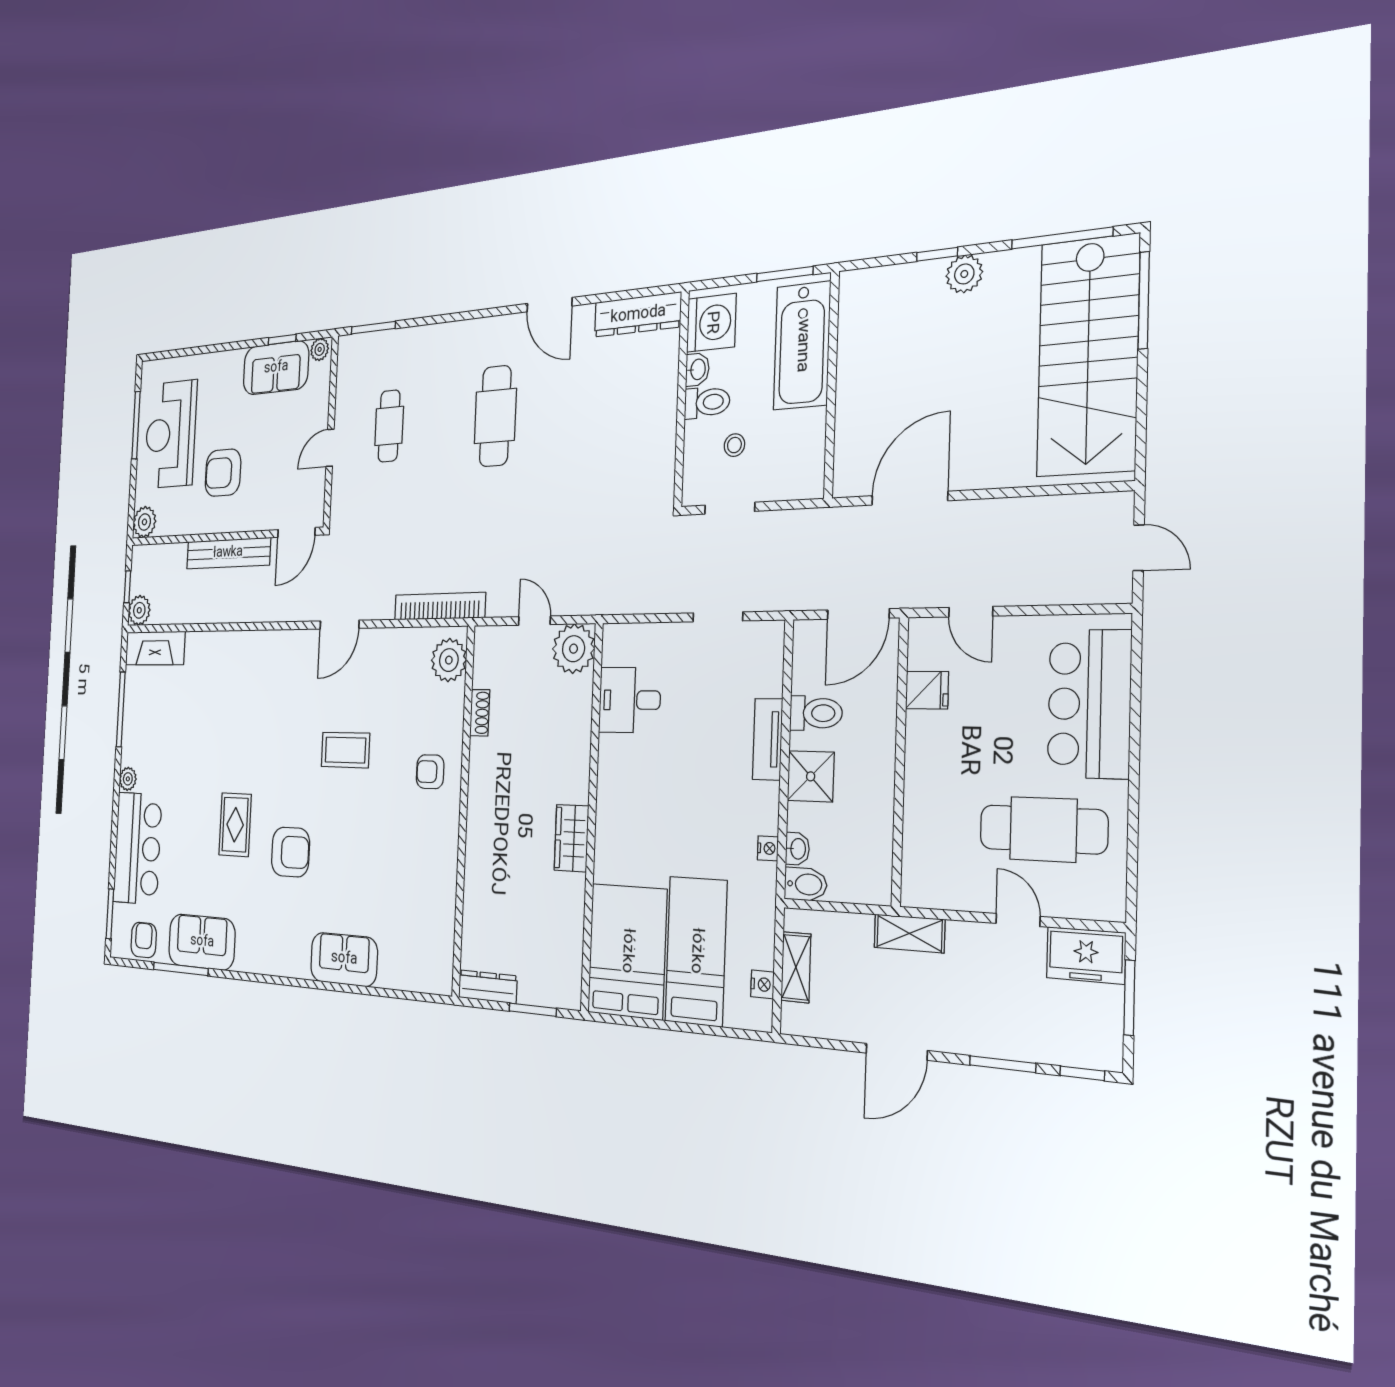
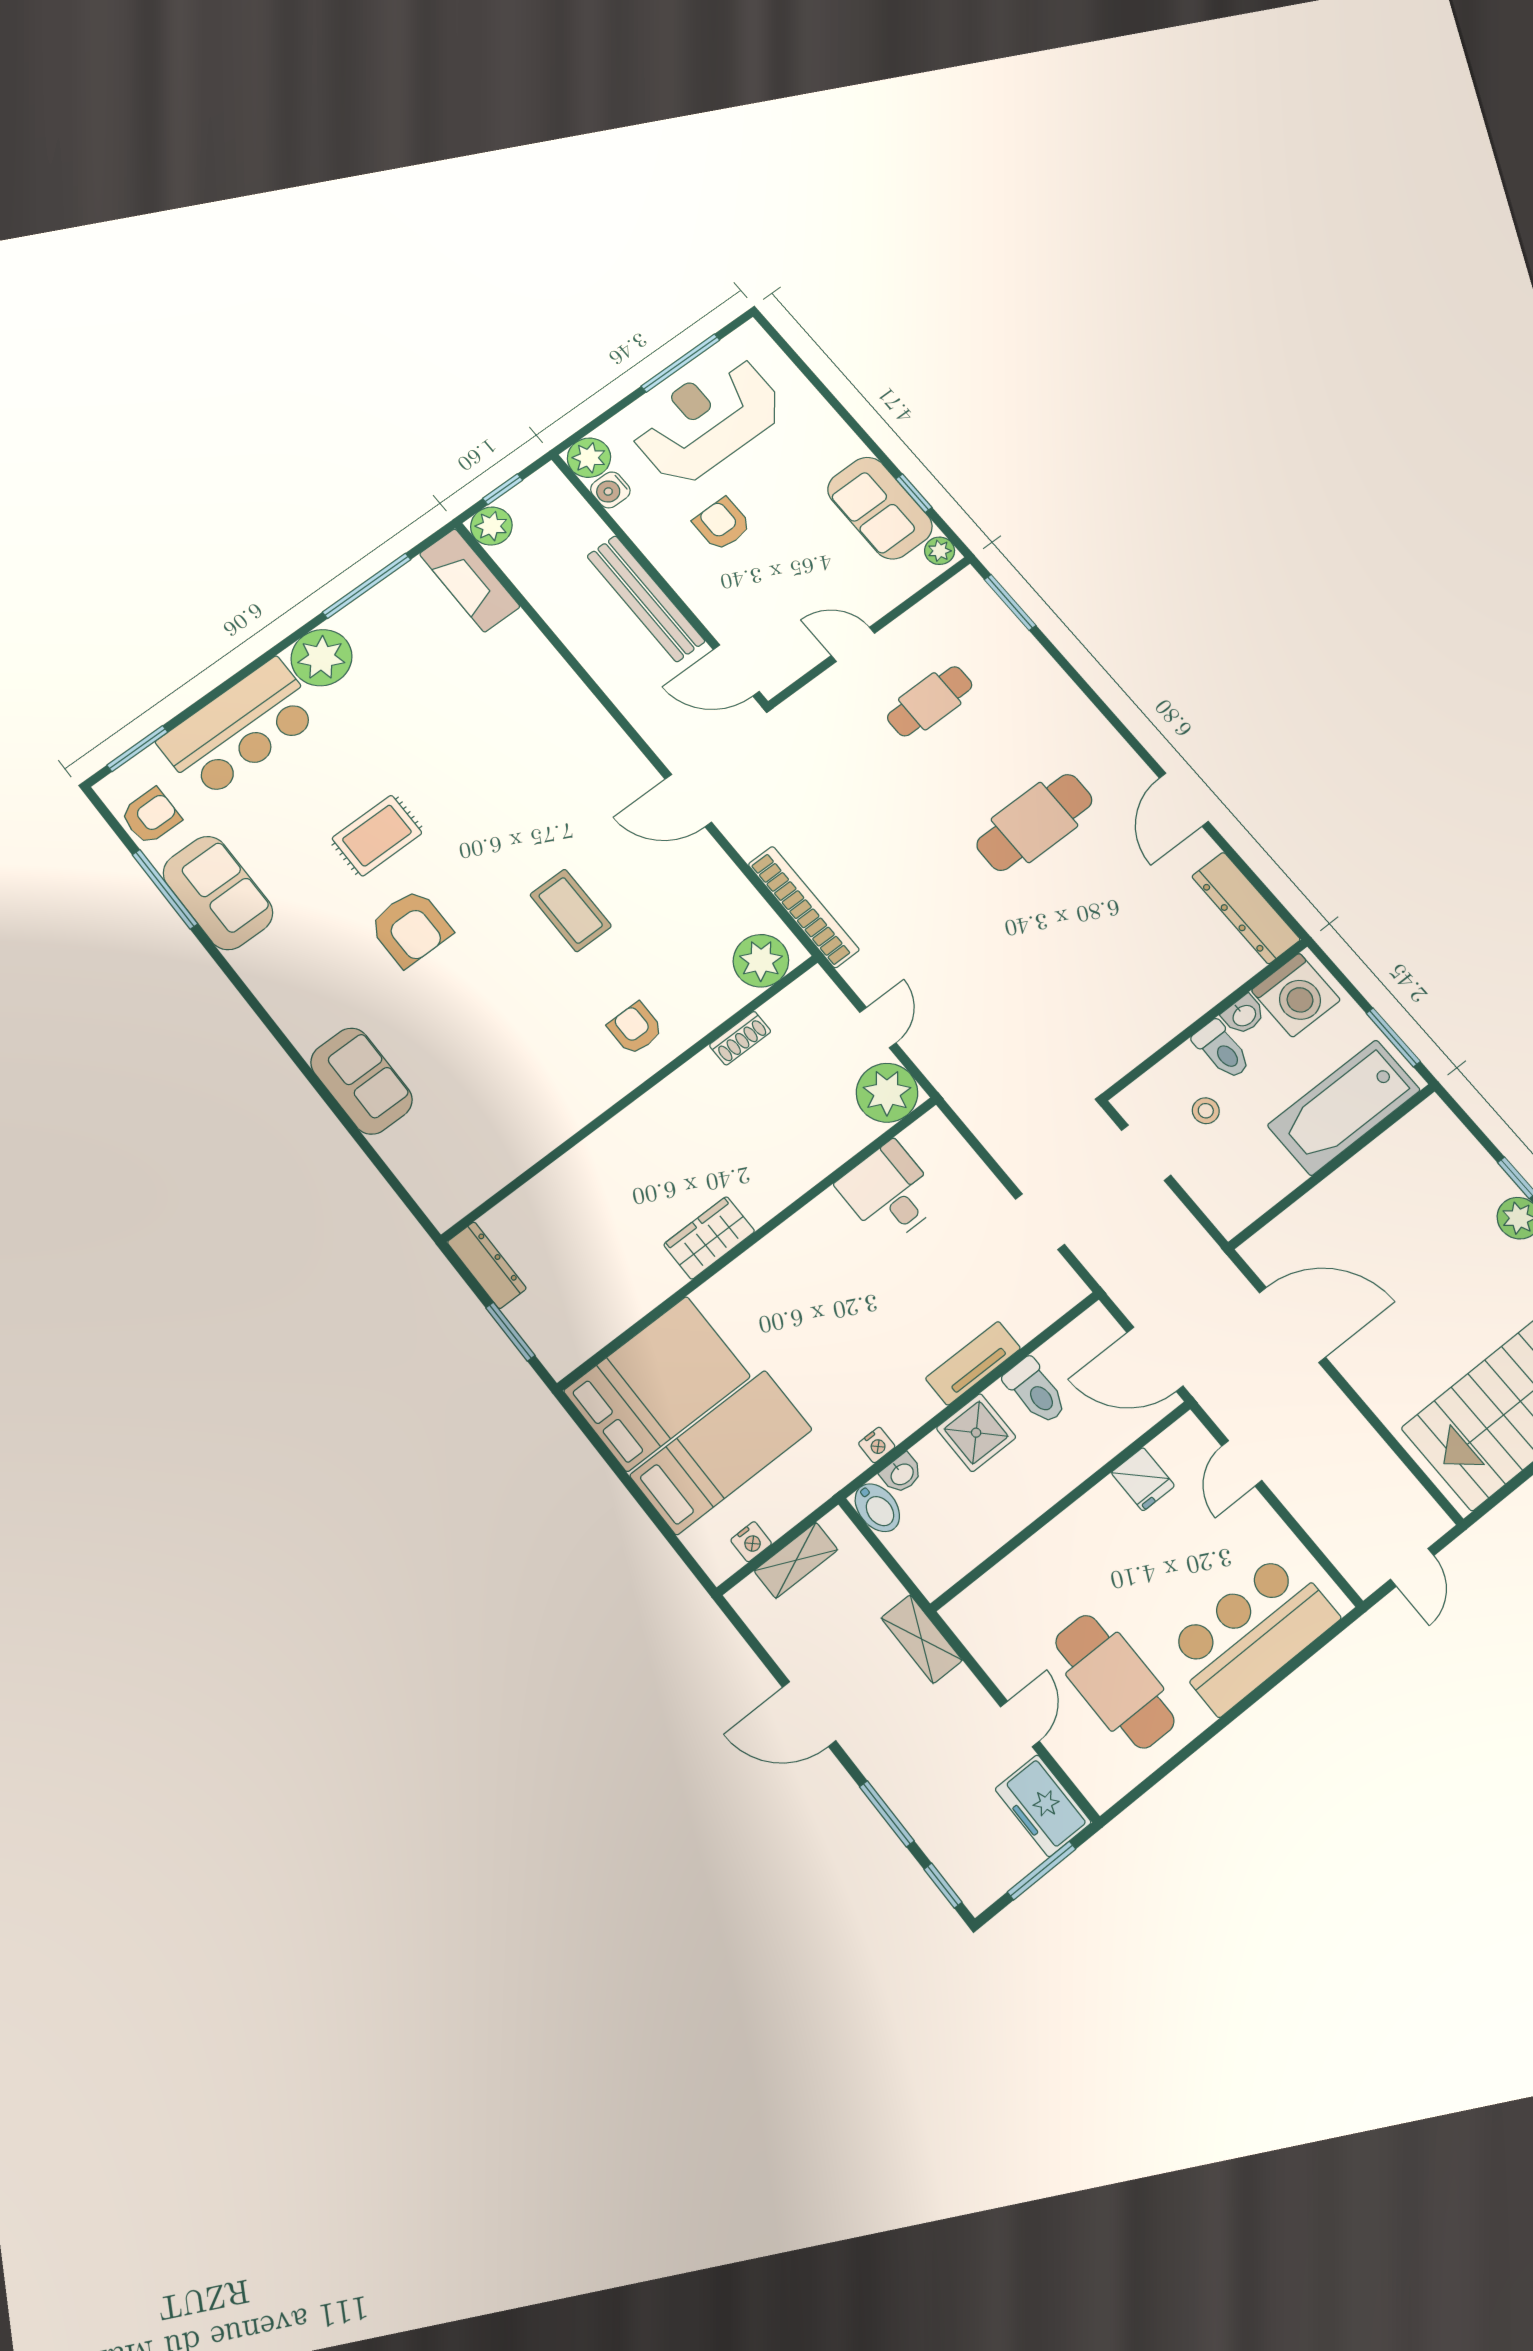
armchair: (223, 473) -> (722, 524), width x0.72, depth x0.72
water cooler: (166, 524) -> (610, 490), added
plant: (128, 779) -> (322, 658), width x1.88, depth x1.88

